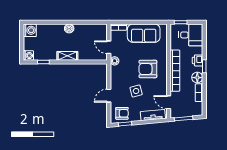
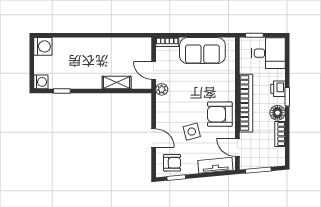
boiler: (69, 28) -> (98, 44), removed
shelving: (67, 56) -> (117, 82), moved
armchair: (148, 69) -> (220, 114), moved
door: (109, 96) -> (154, 138), swing flipped

